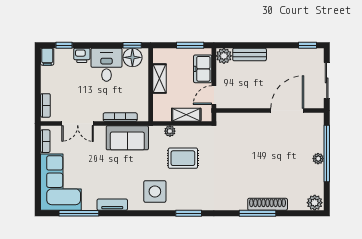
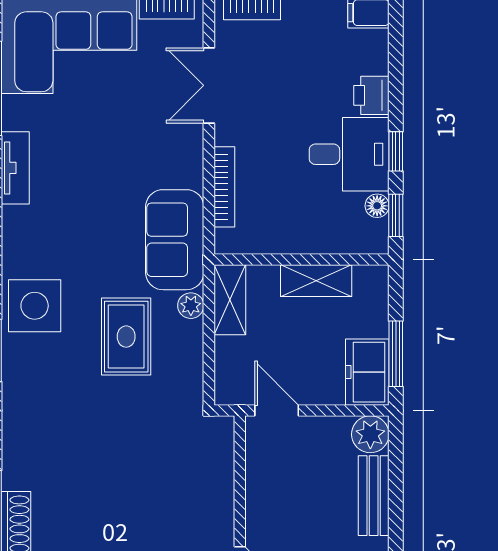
window: (64, 45) -> (396, 151), moved
floor lamp: (132, 57) -> (377, 206), width x0.53, depth x0.53
freezer: (203, 69) -> (367, 372), moved, turned -90
shelving: (186, 115) -> (230, 300), moved
sofa: (127, 138) -> (175, 240), moved
side table: (155, 191) -> (35, 306), moved

